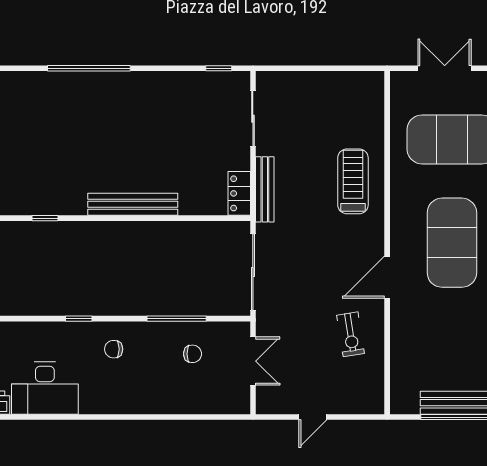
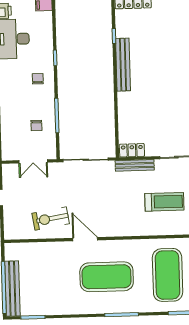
treadmill: (353, 181) -> (164, 202), moved
bench: (133, 204) -> (123, 65), moved
exercise bike: (351, 334) -> (51, 218), width x1.38, depth x1.39

